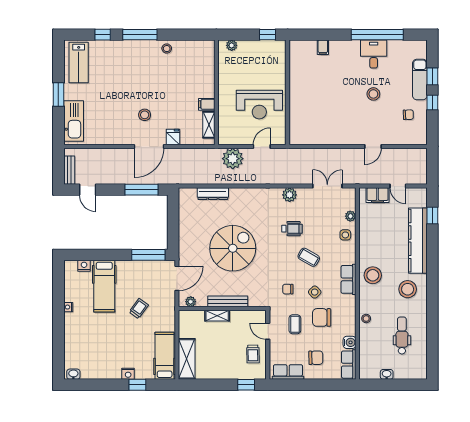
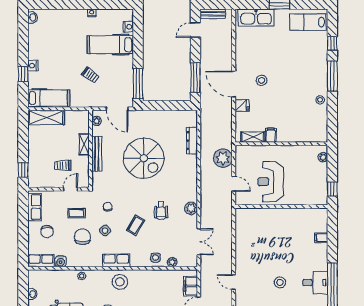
trolley: (253, 354) -> (63, 165), moved

